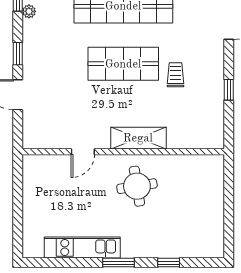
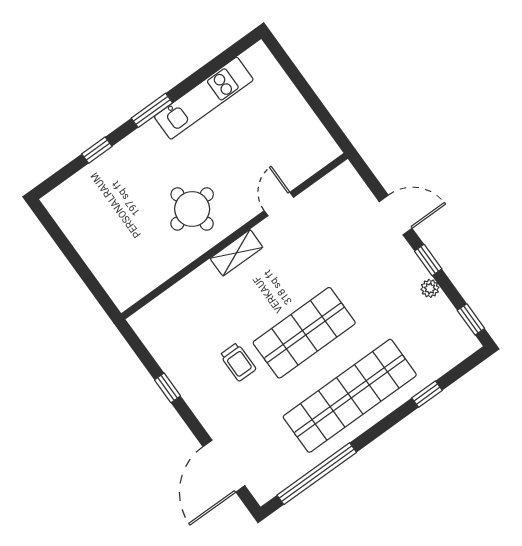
plant: (29, 11) -> (430, 288), moved
shelving: (138, 138) -> (236, 253), width x0.67, depth x0.75

